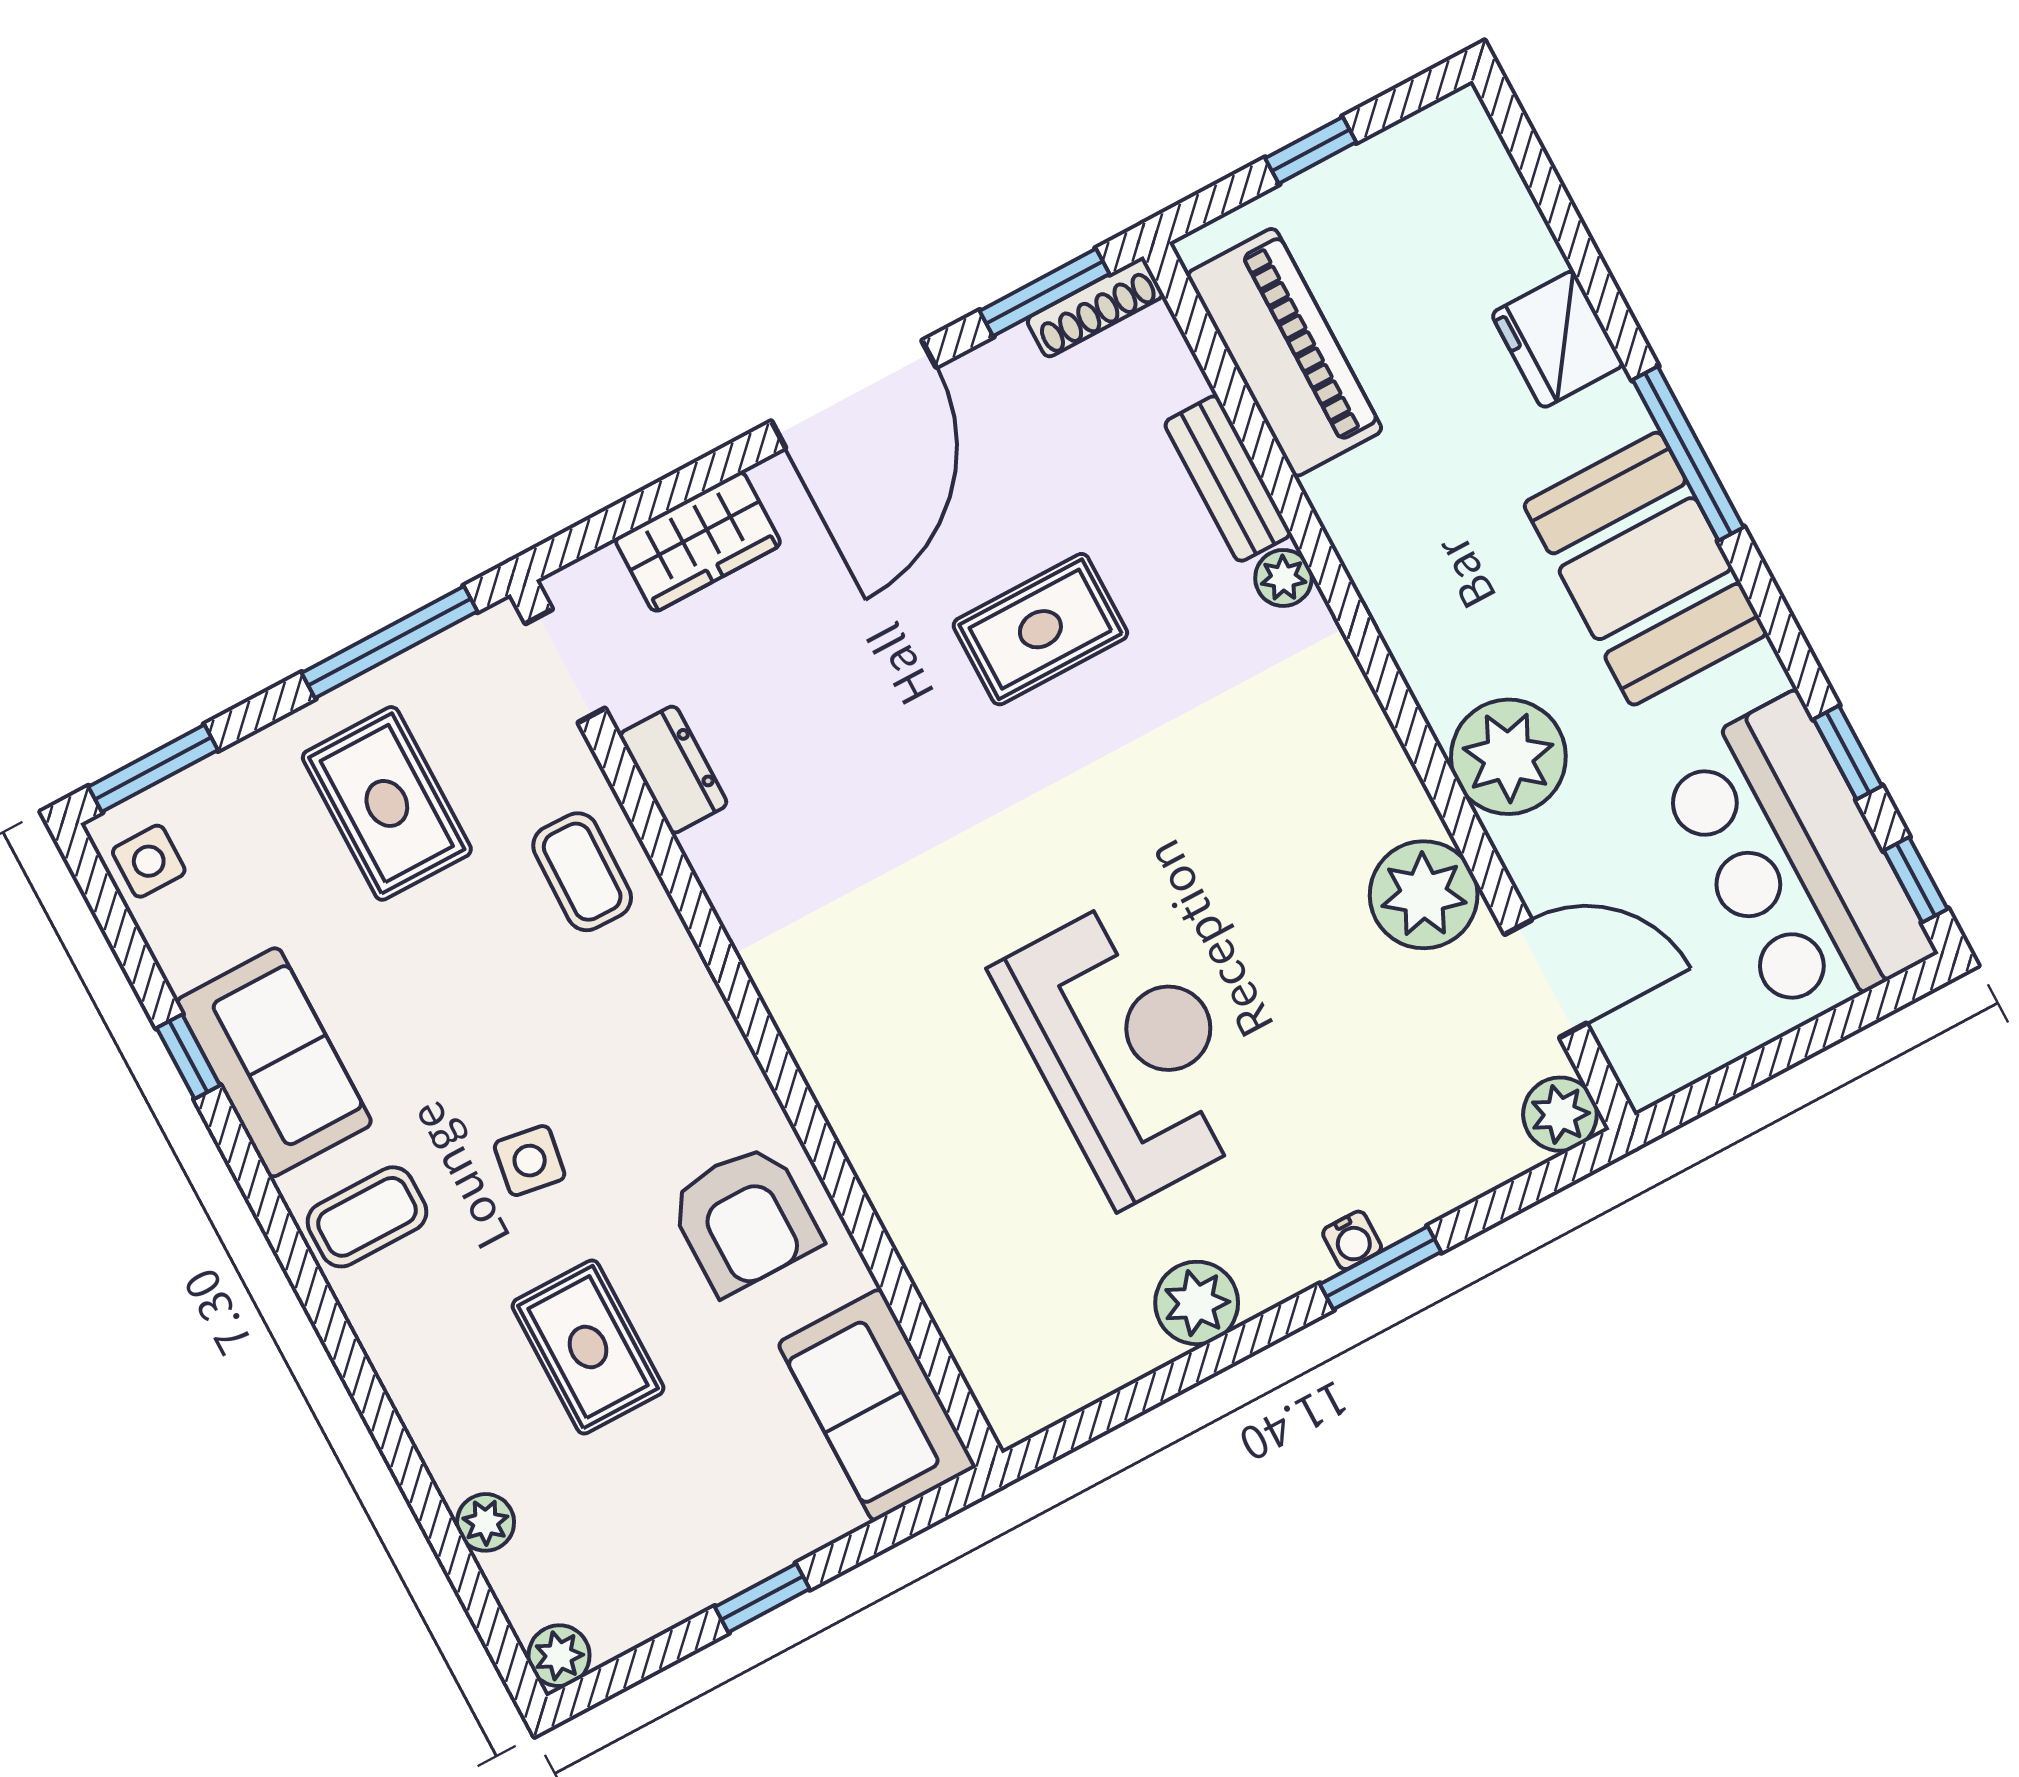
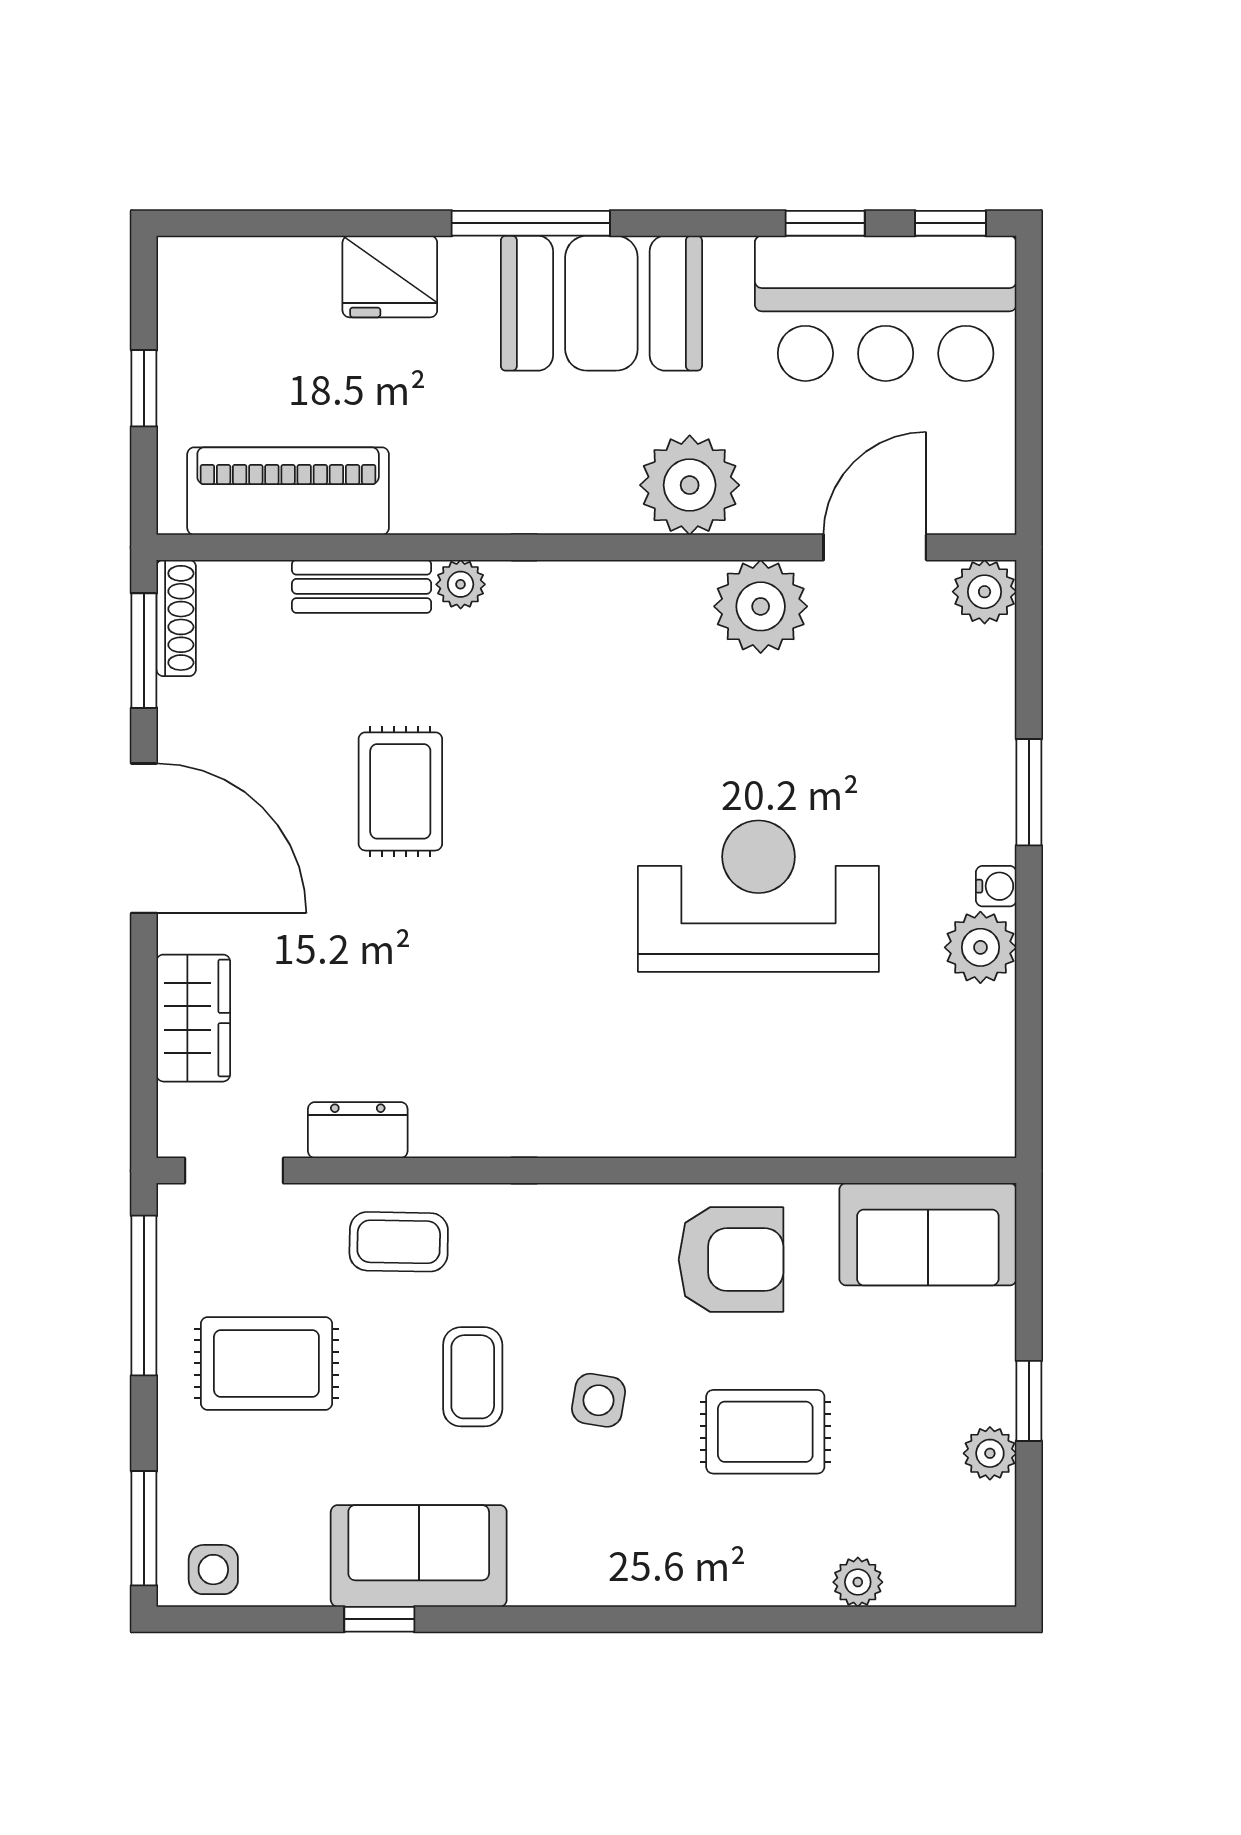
coffee table: (367, 1217) -> (473, 1377), moved
water cooler: (1352, 1240) -> (996, 886), moved
plant: (559, 1656) -> (990, 1453), moved

